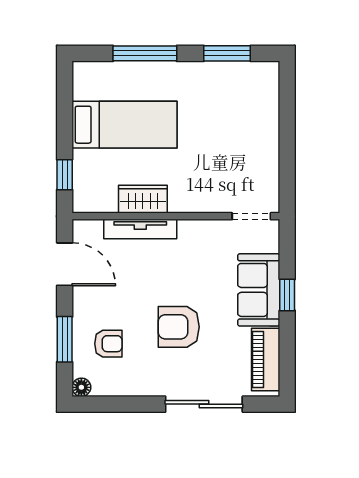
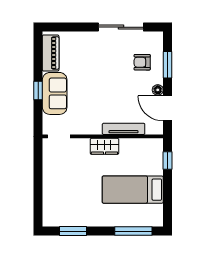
window: (145, 53) -> (133, 231), moved
wardrobe: (143, 199) -> (104, 146), moved
armchair: (179, 327) -> (101, 72), removed
floor lamp: (81, 387) -> (158, 90), moved
sliding door: (204, 404) -> (121, 27), moved

